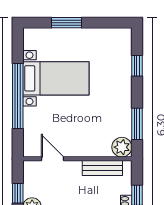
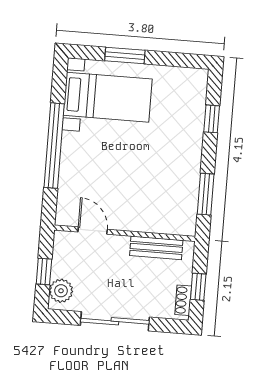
bed with nightstands: (56, 78) -> (108, 97), moved
plant: (122, 147) -> (184, 223), removed

